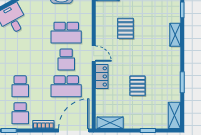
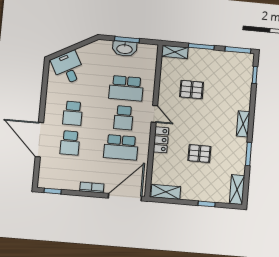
pallet: (126, 28) -> (192, 90), turned 90
shelving: (175, 35) -> (243, 124), moved
pallet: (138, 86) -> (199, 153), turned 90
school desk: (20, 113) -> (73, 113), moved

